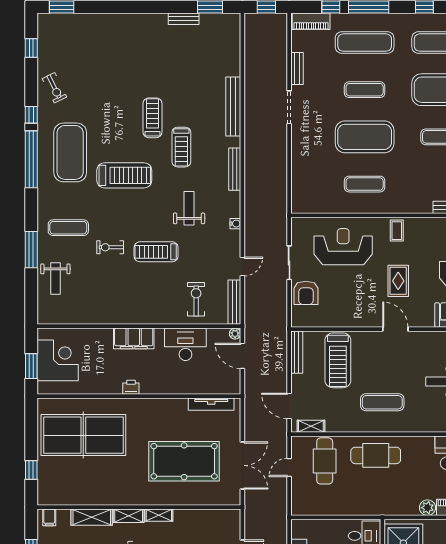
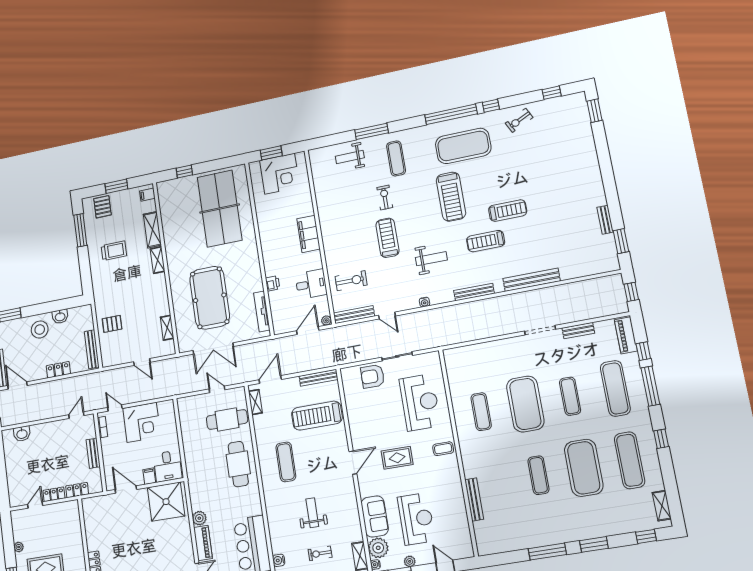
desk: (185, 344) -> (311, 284), width x0.73
printer: (131, 387) -> (273, 283), moved
shelving: (159, 515) -> (167, 328), moved

